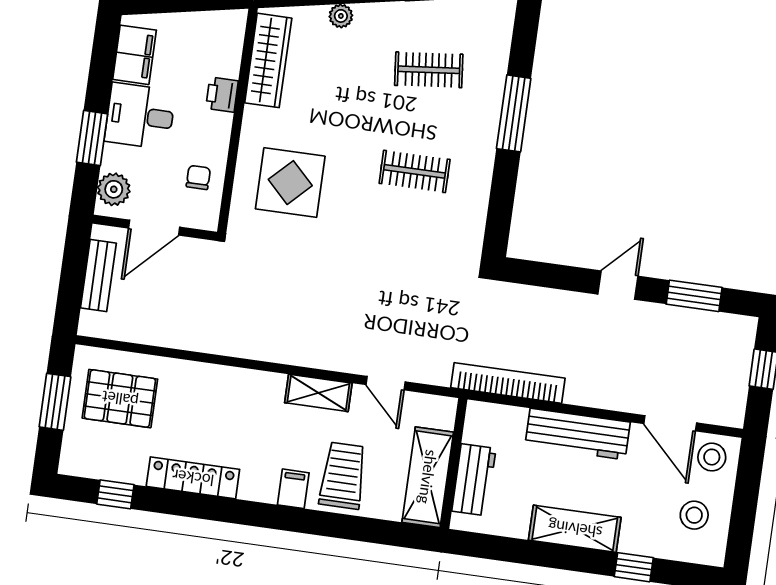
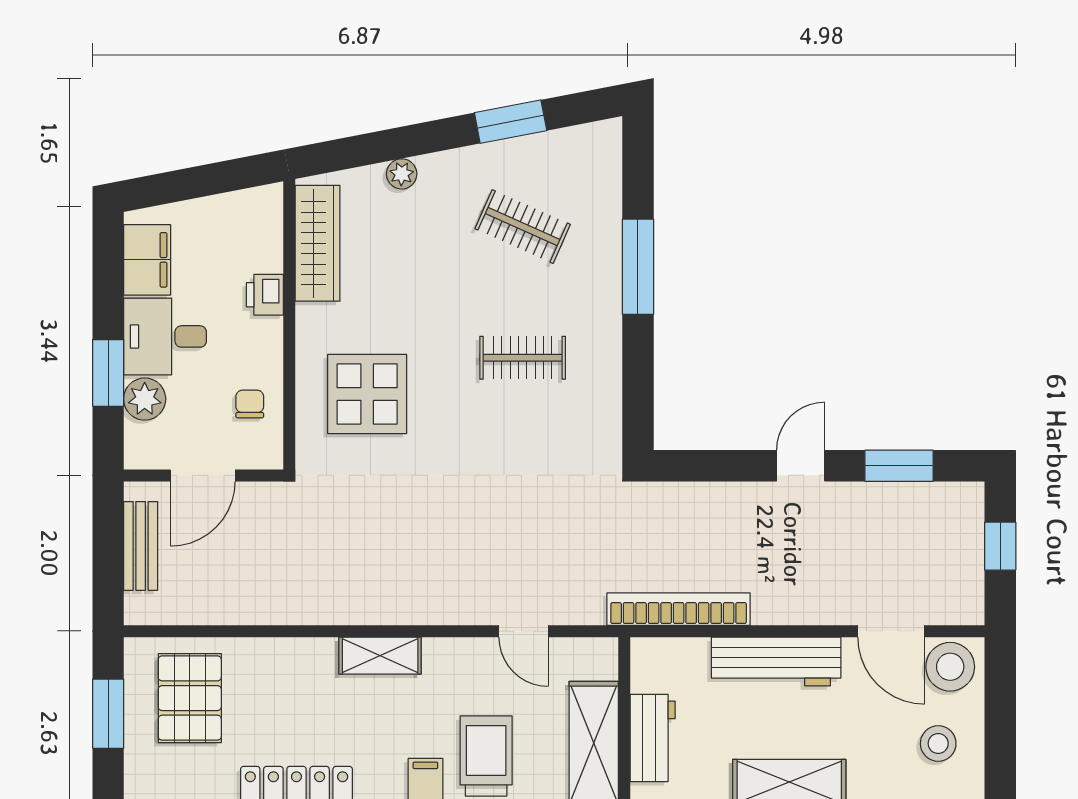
clothes rail: (429, 70) -> (523, 227), turned 30
plant: (114, 189) -> (145, 399), moved
shelving: (318, 393) -> (380, 656), moved
pallet: (120, 399) -> (190, 698), turned 90
stool: (712, 457) -> (950, 667), width x1.38, depth x1.38

